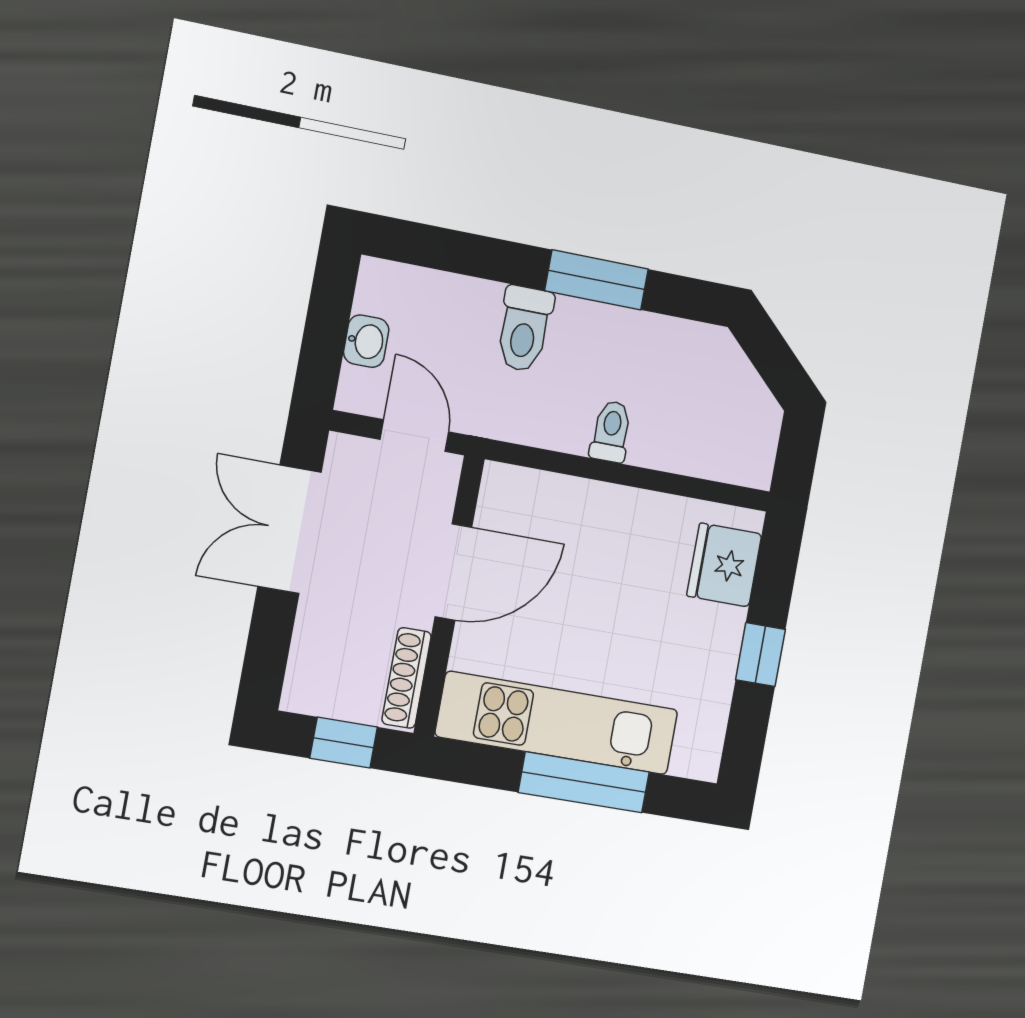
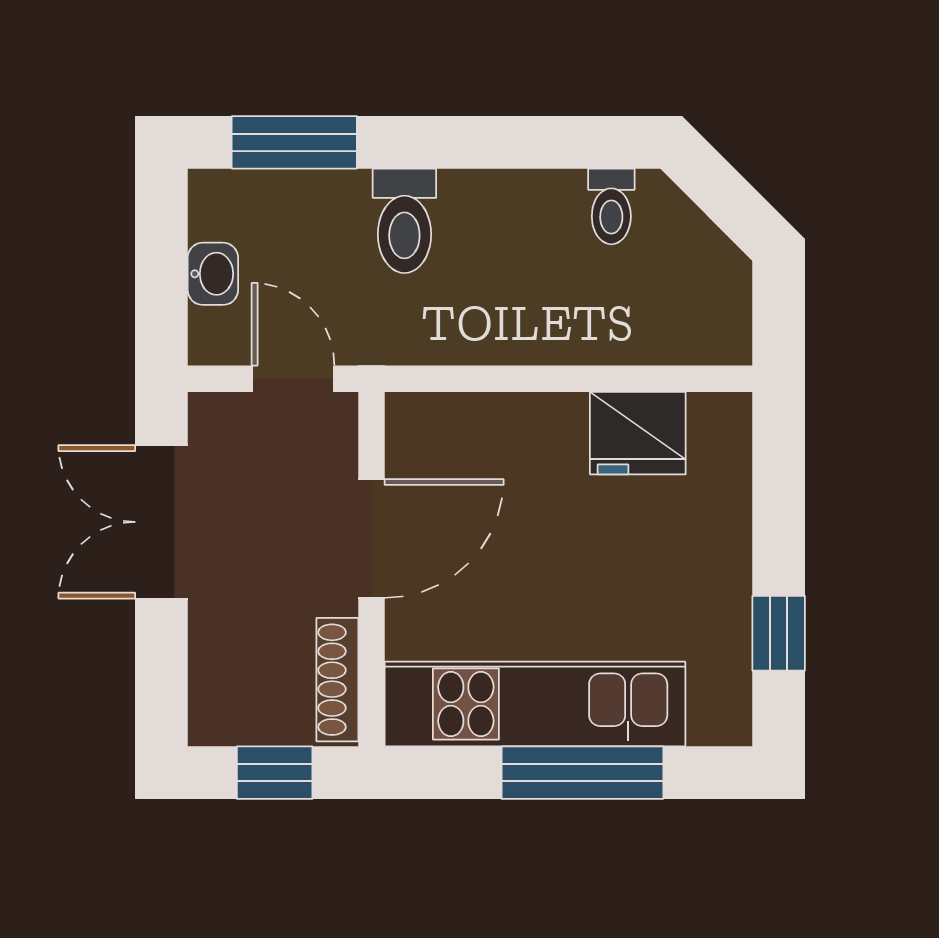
window: (597, 280) -> (294, 142), moved
toilet: (611, 431) -> (611, 206), moved, turned 180
fridge: (724, 565) -> (638, 433), moved, turned -90
window: (760, 655) -> (779, 633), moved

